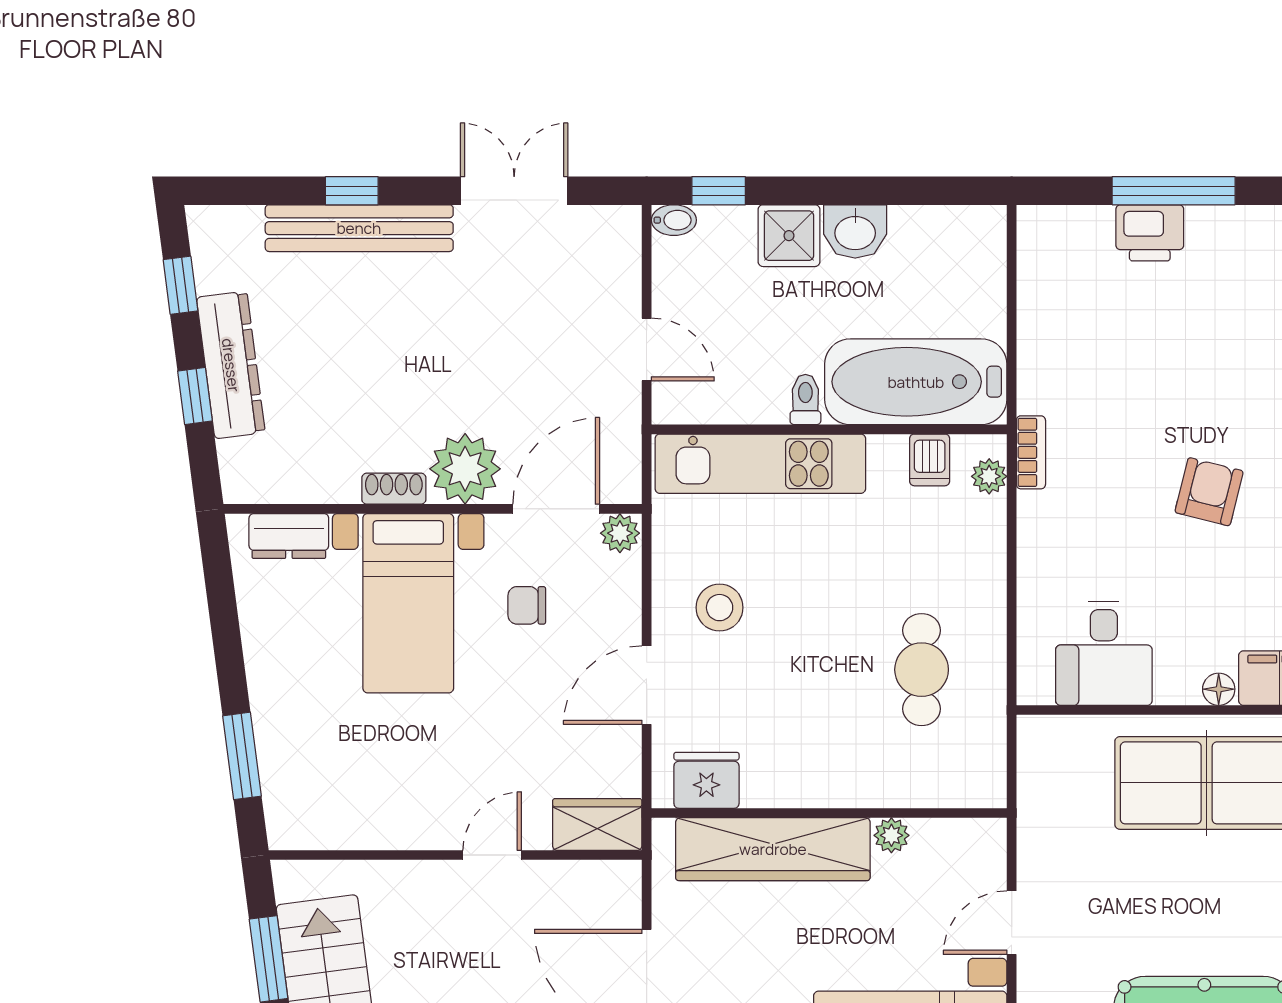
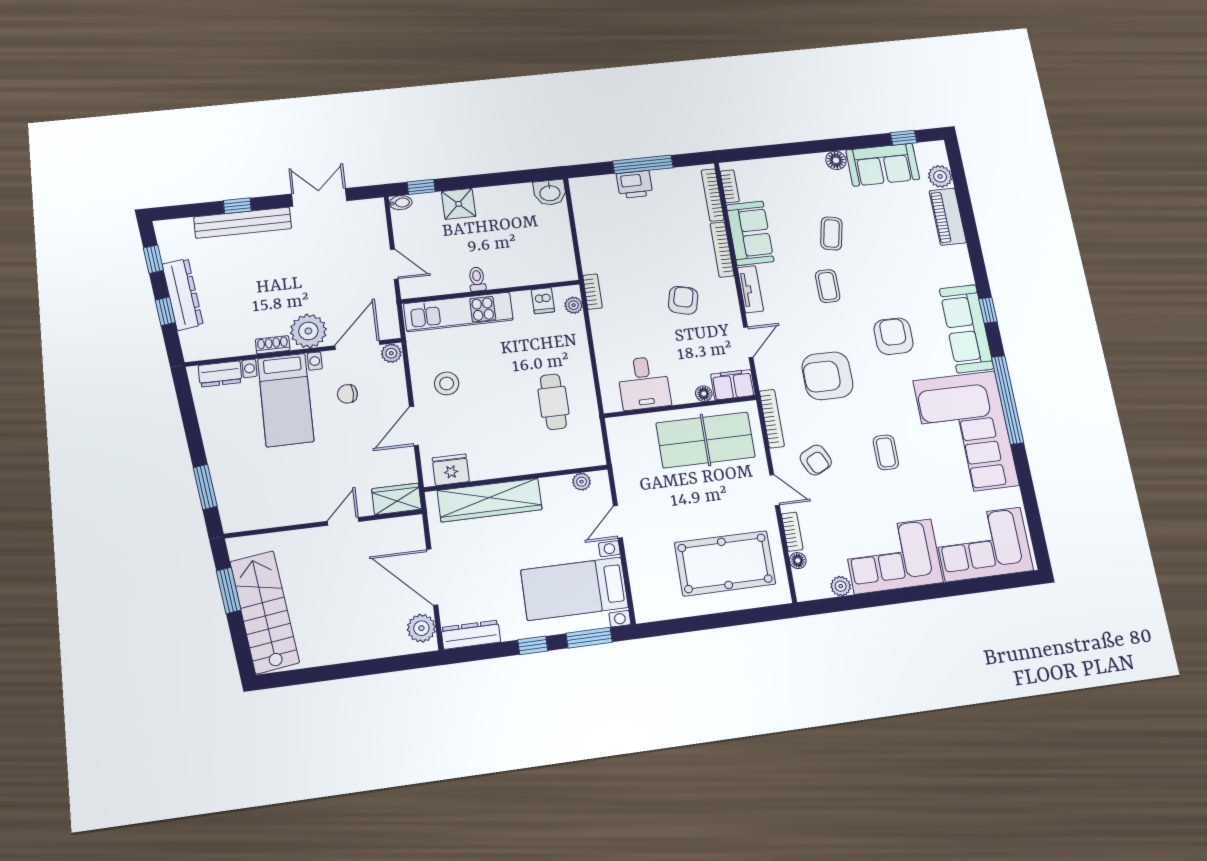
washbasin: (855, 231) -> (550, 193), moved
bathtub: (916, 382) -> (531, 265), removed
plant: (891, 835) -> (581, 482), moved

